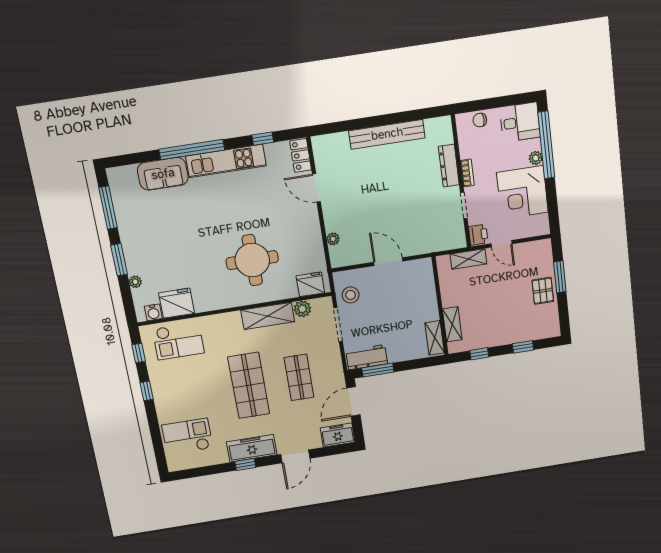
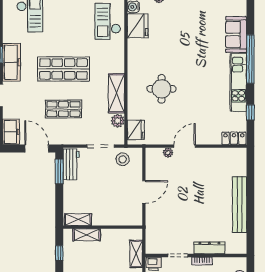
door: (316, 188) -> (185, 146), moved
round table: (252, 260) -> (161, 89), width x0.73, depth x0.73

